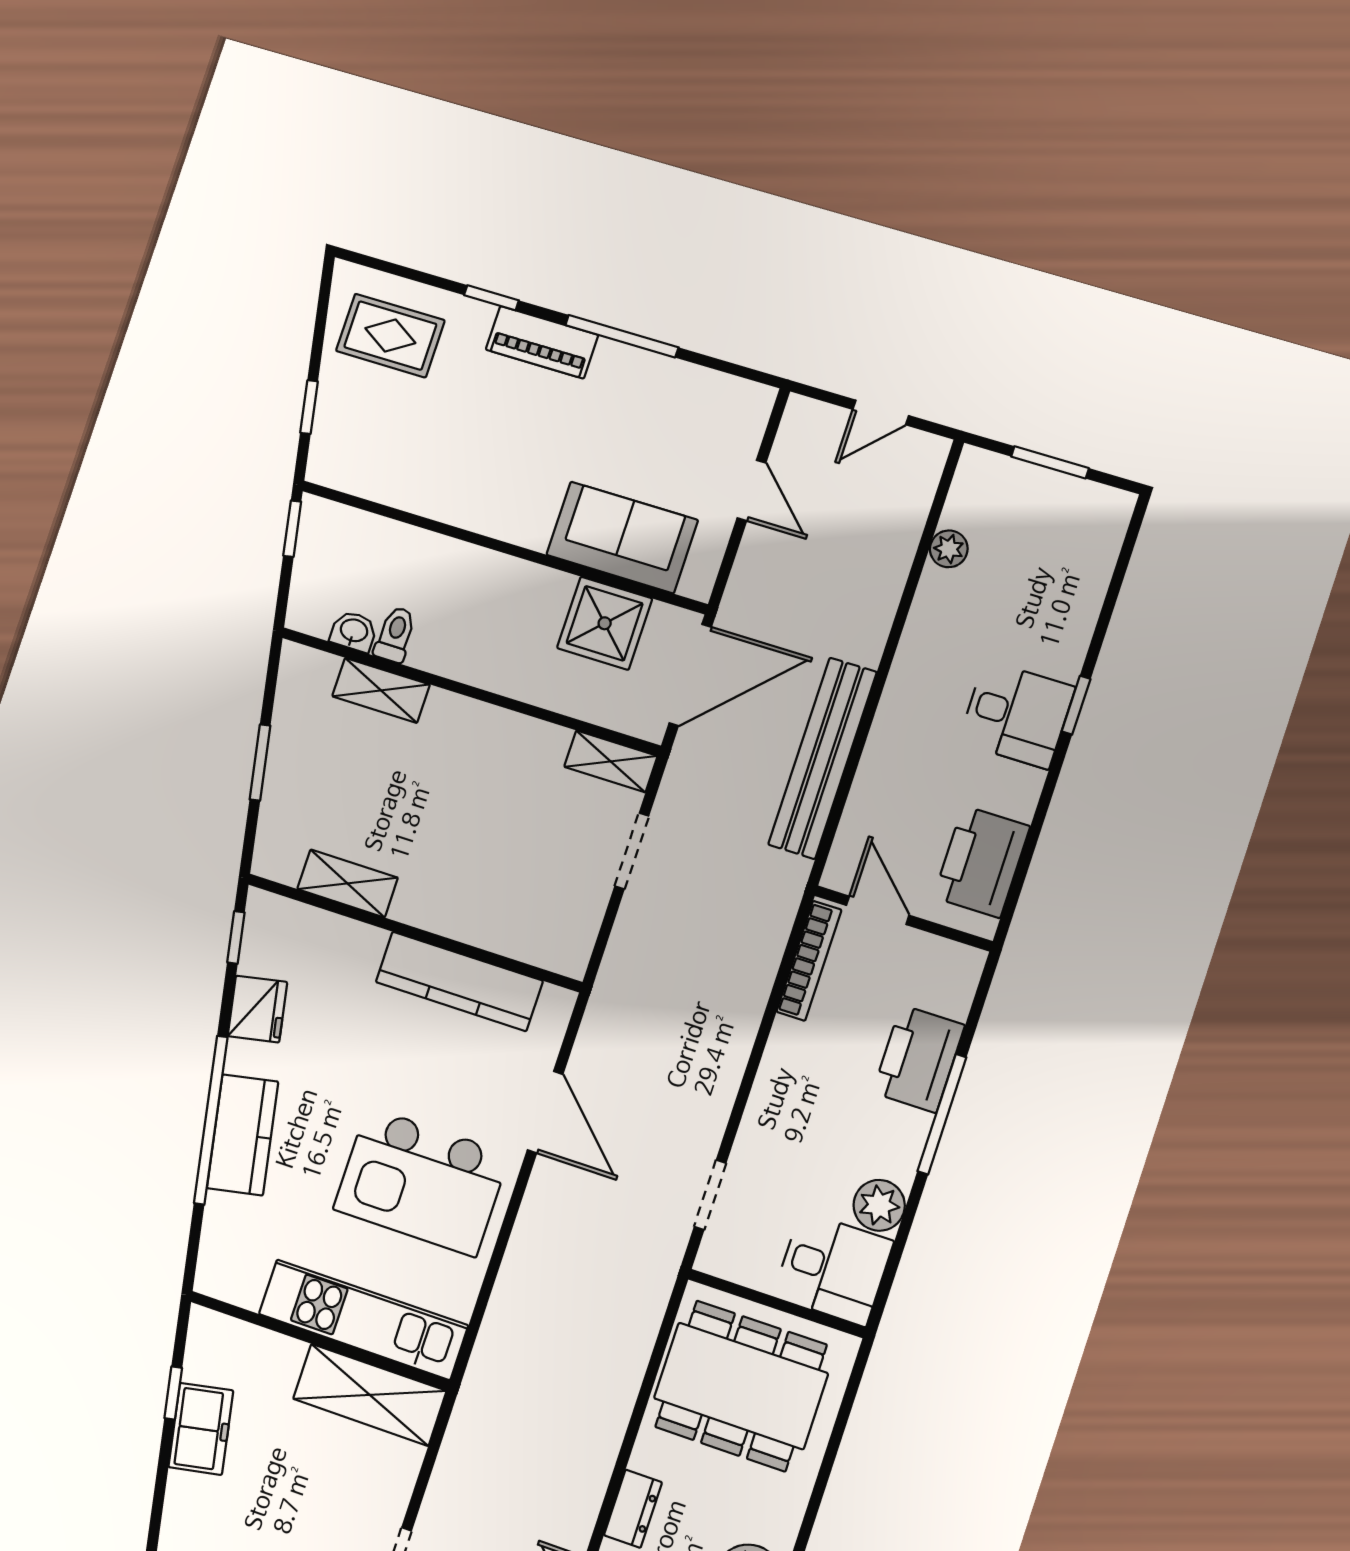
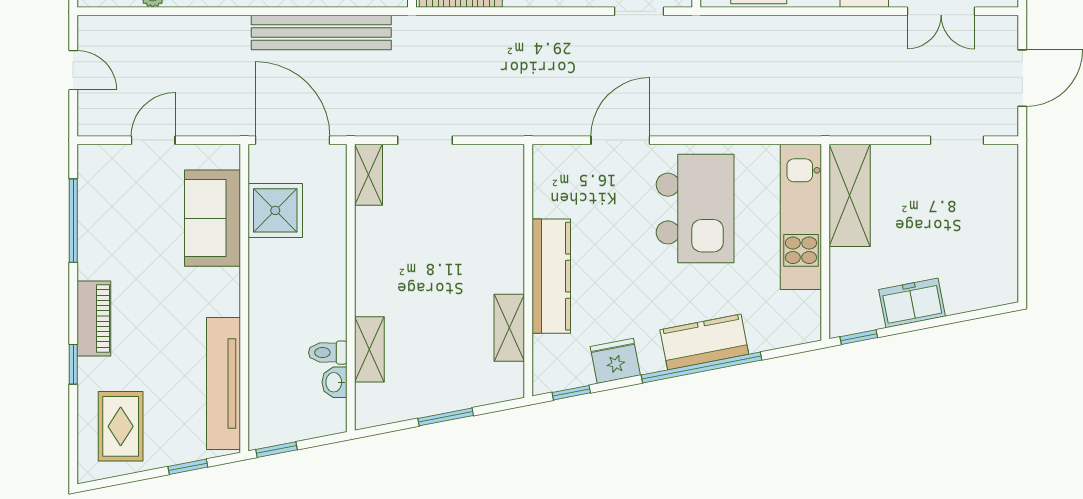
window: (622, 336) -> (73, 221), moved
tv unit: (401, 486) -> (223, 383), added
kitchen counter: (459, 981) -> (551, 276), moved
window: (173, 1393) -> (859, 337), moved

